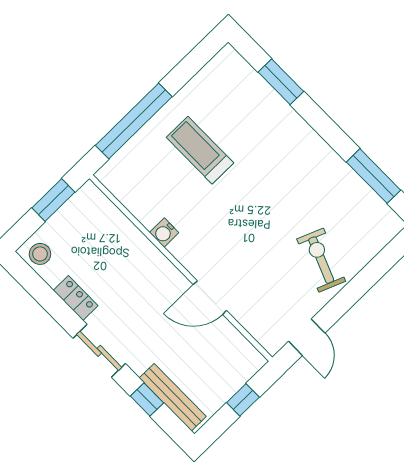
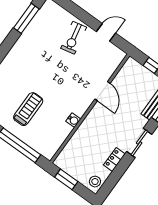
treadmill: (200, 150) -> (28, 109), turned 180
exercise bike: (321, 260) -> (74, 38), turned -34
door: (307, 337) -> (106, 32), moved

